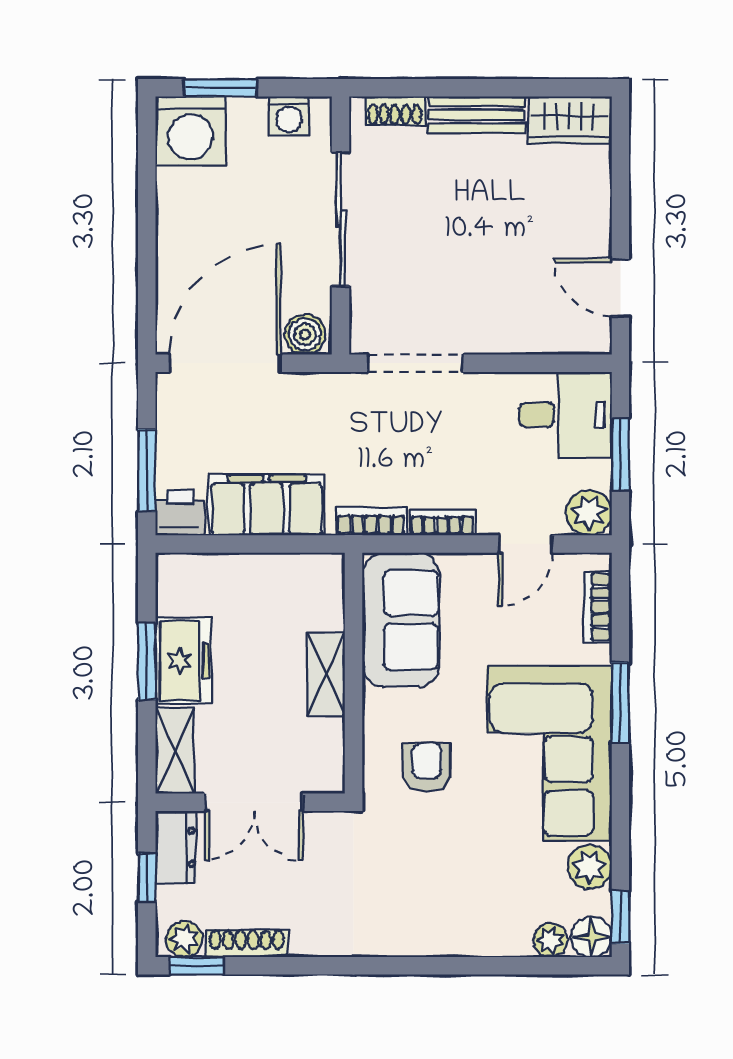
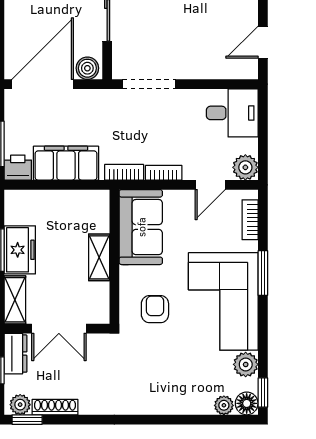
door: (620, 288) -> (263, 42), hinge flipped
window: (620, 455) -> (263, 135), removed

